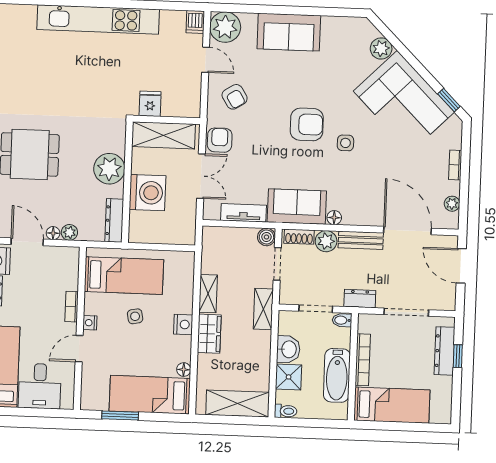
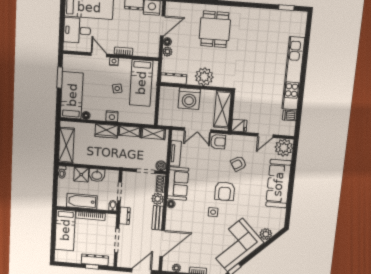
dishwasher: (195, 22) -> (290, 115), moved
sofa: (289, 32) -> (278, 184), width x1.36
armchair: (235, 97) -> (238, 164), moved
fridge: (150, 104) -> (239, 126), moved
shelving: (263, 309) -> (153, 134), moved

